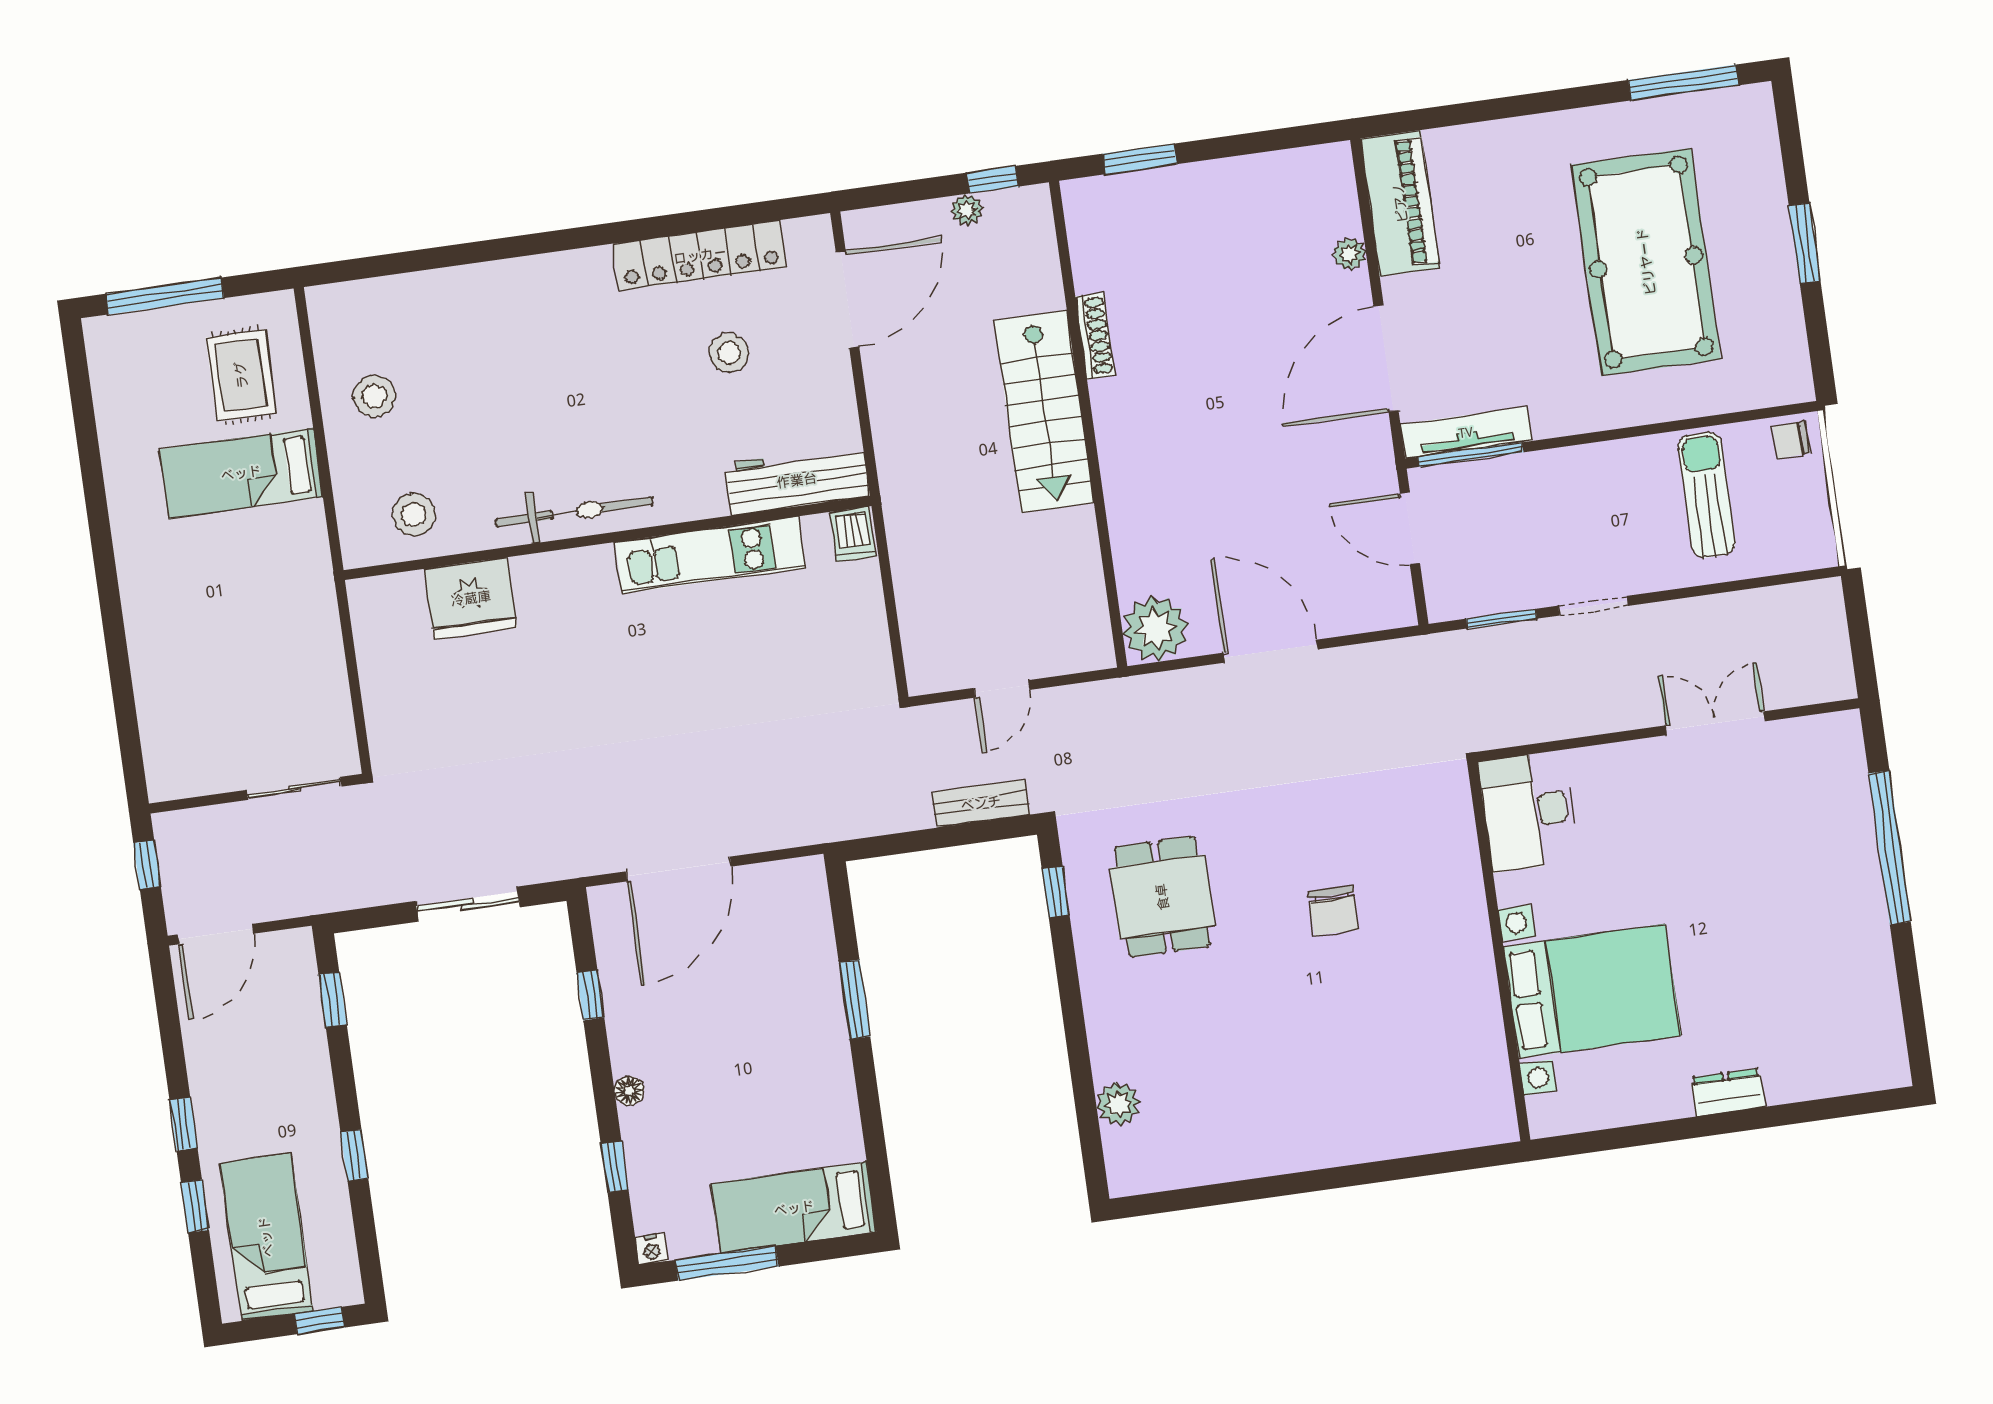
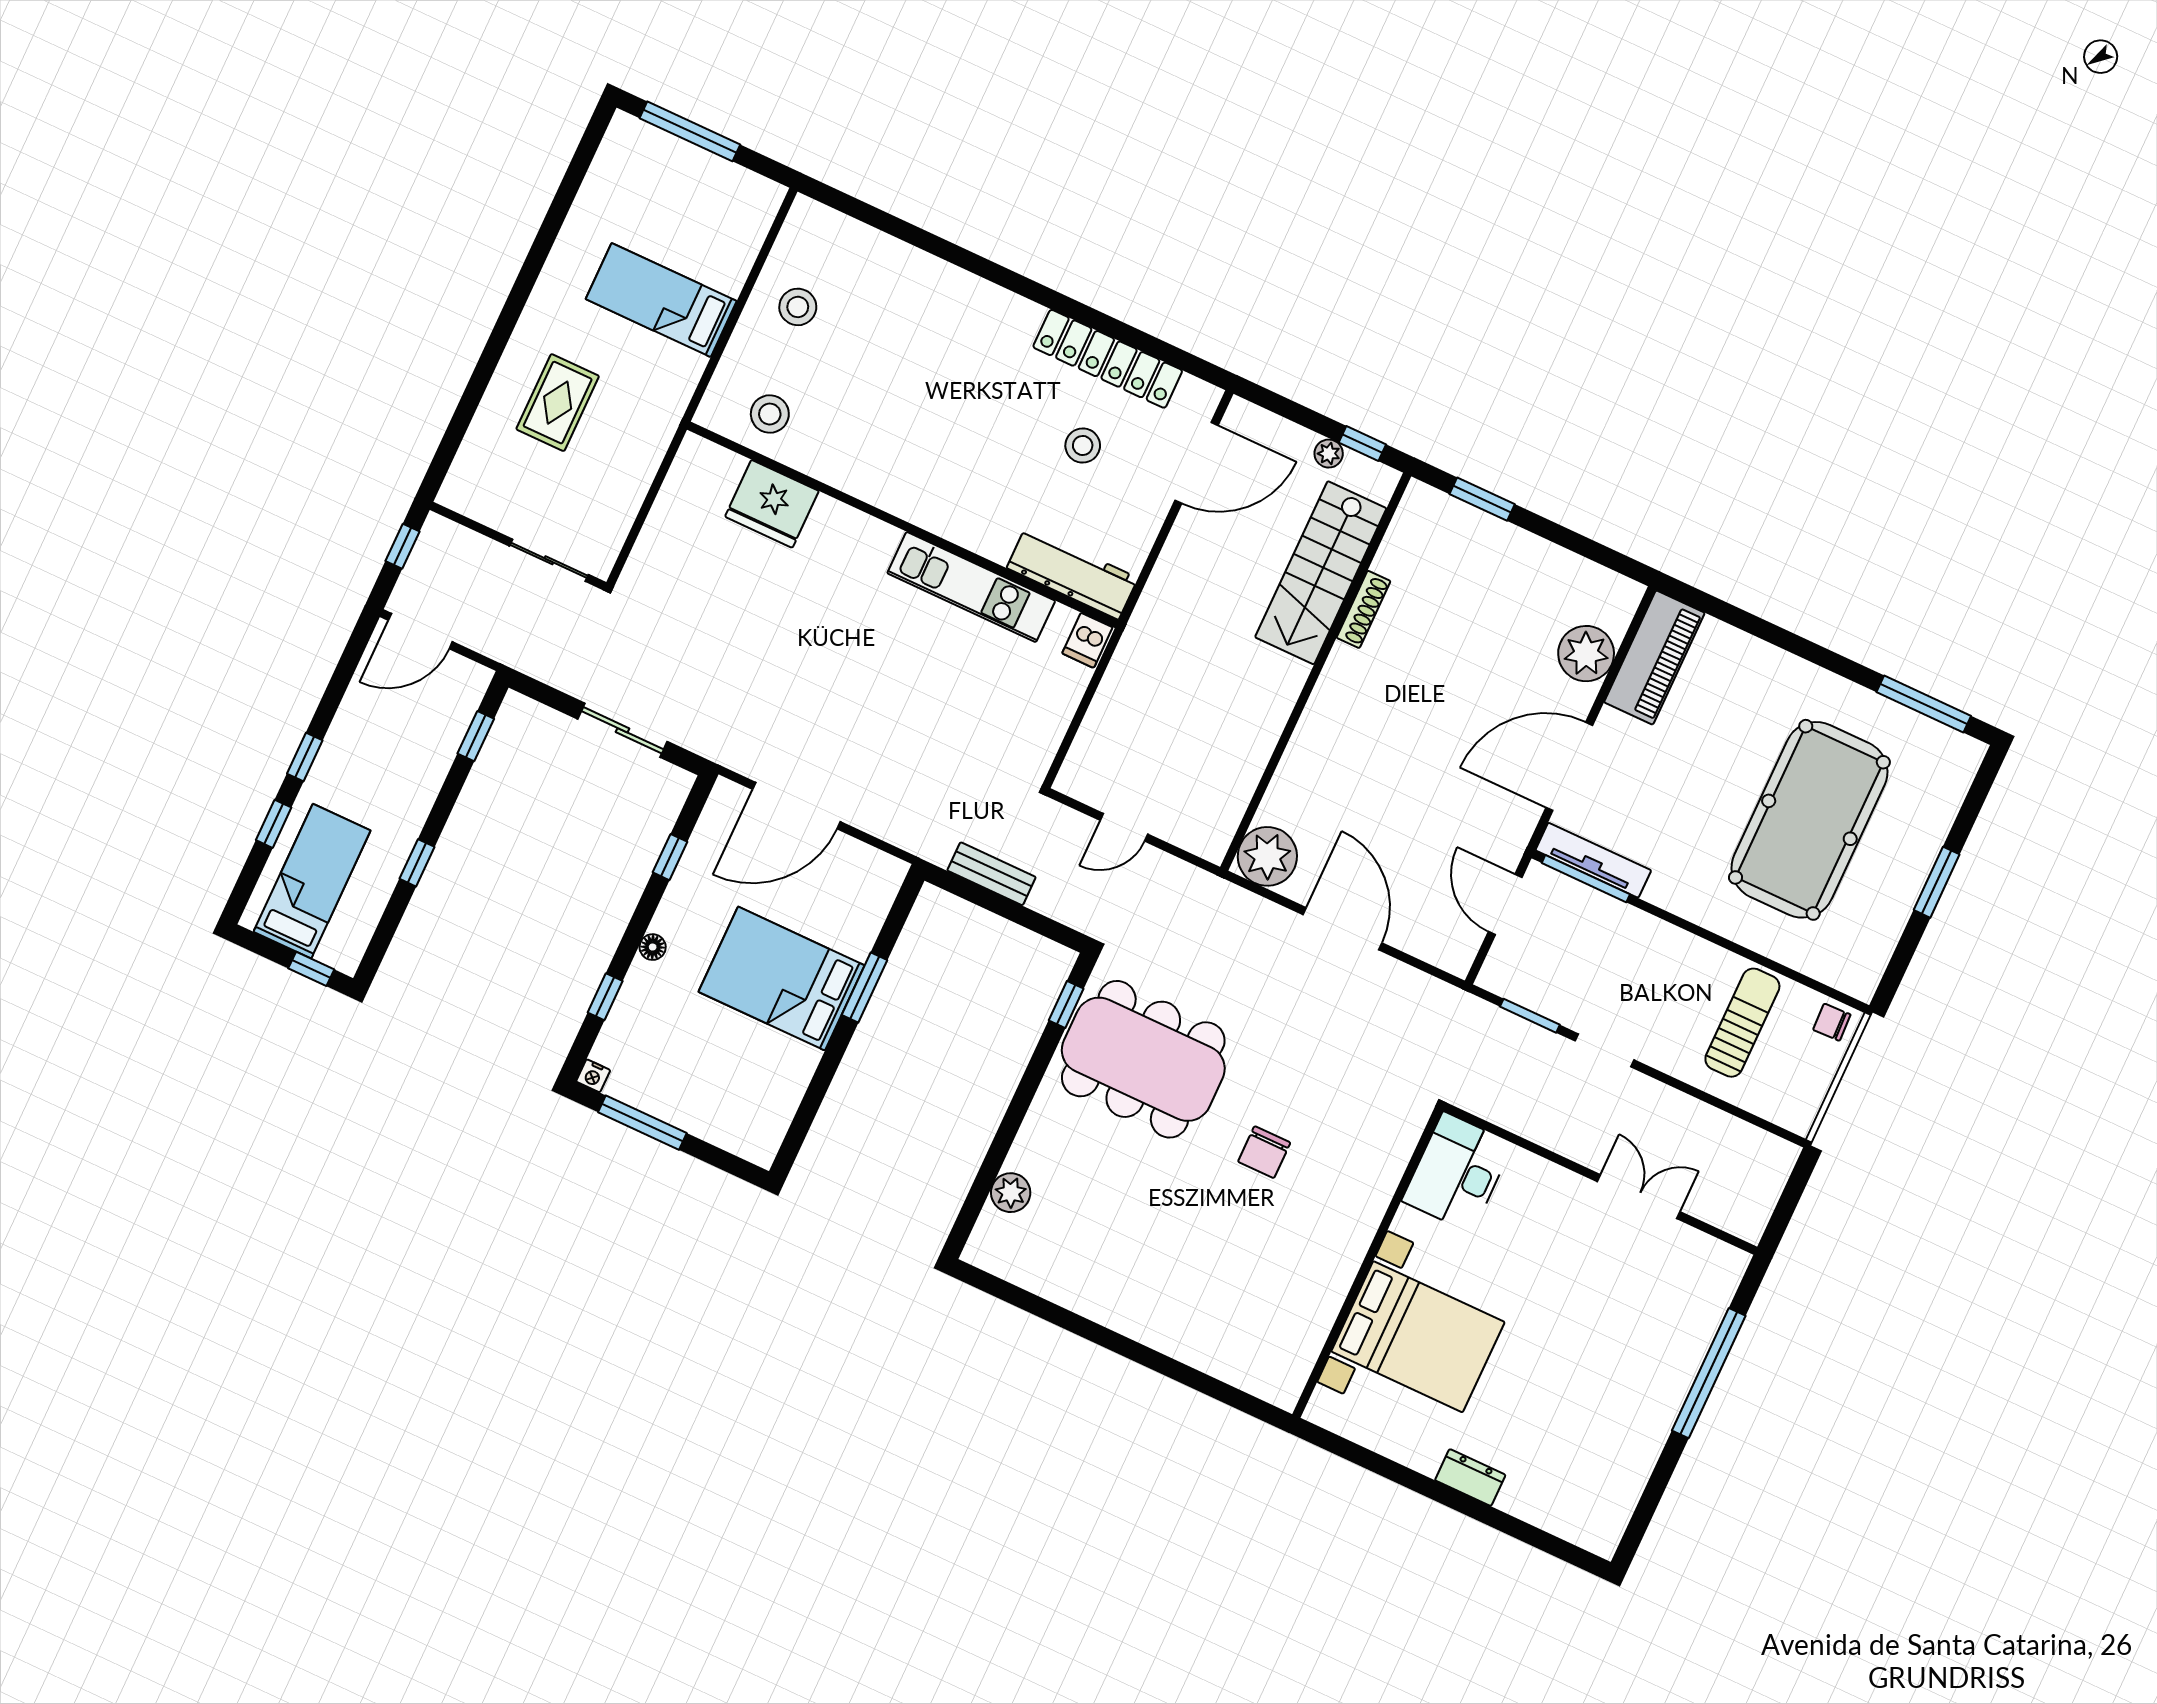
plant: (1349, 254) -> (1586, 654), width x1.88, depth x1.88
rug: (241, 375) -> (558, 403), moved
stairs: (1044, 412) -> (1321, 573), moved
bicycle: (574, 512) -> (891, 489), removed
bench: (981, 803) -> (991, 874), moved
dining table: (1162, 897) -> (1143, 1059), width x1.88, depth x1.24
bed: (794, 1208) -> (782, 979), moved, width x1.50

